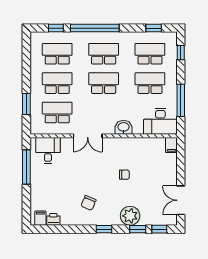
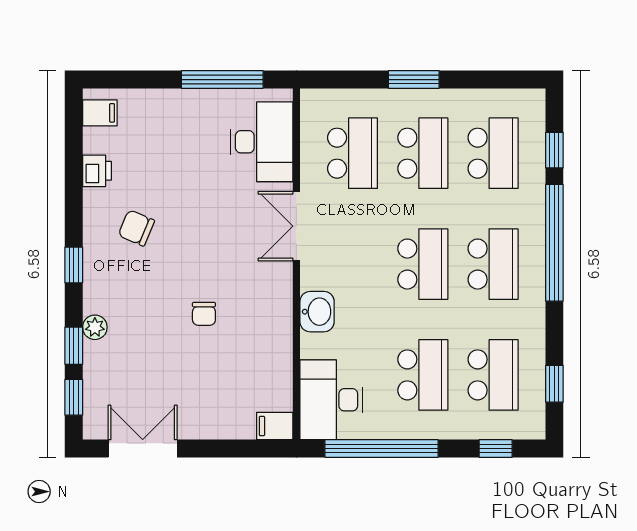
window: (181, 100) -> (382, 449), width x1.46
window: (26, 104) -> (414, 80), moved
desk: (48, 150) -> (262, 142), width x1.37
plant: (130, 216) -> (95, 327), width x0.53, depth x0.53
printer: (53, 219) -> (97, 171), moved

